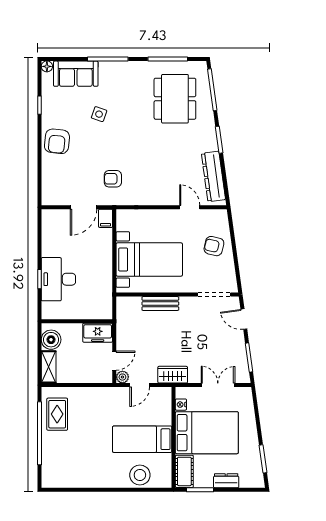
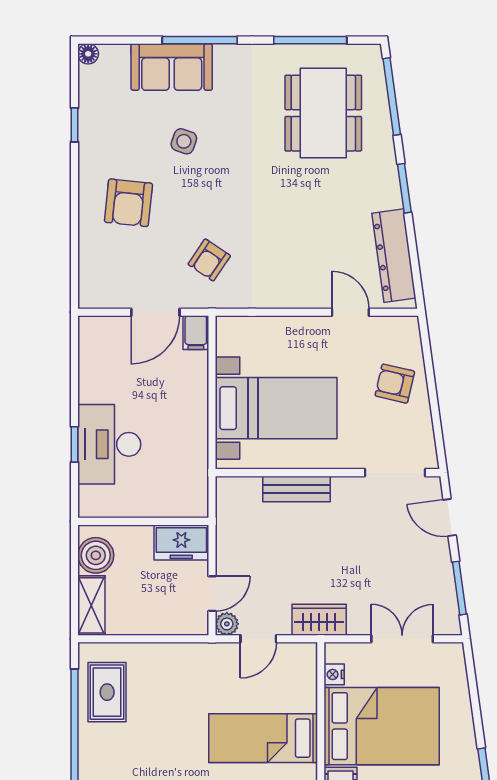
sofa: (76, 74) -> (172, 67), moved
armchair: (57, 141) -> (128, 203), moved
armchair: (113, 179) -> (209, 260), turned -56

